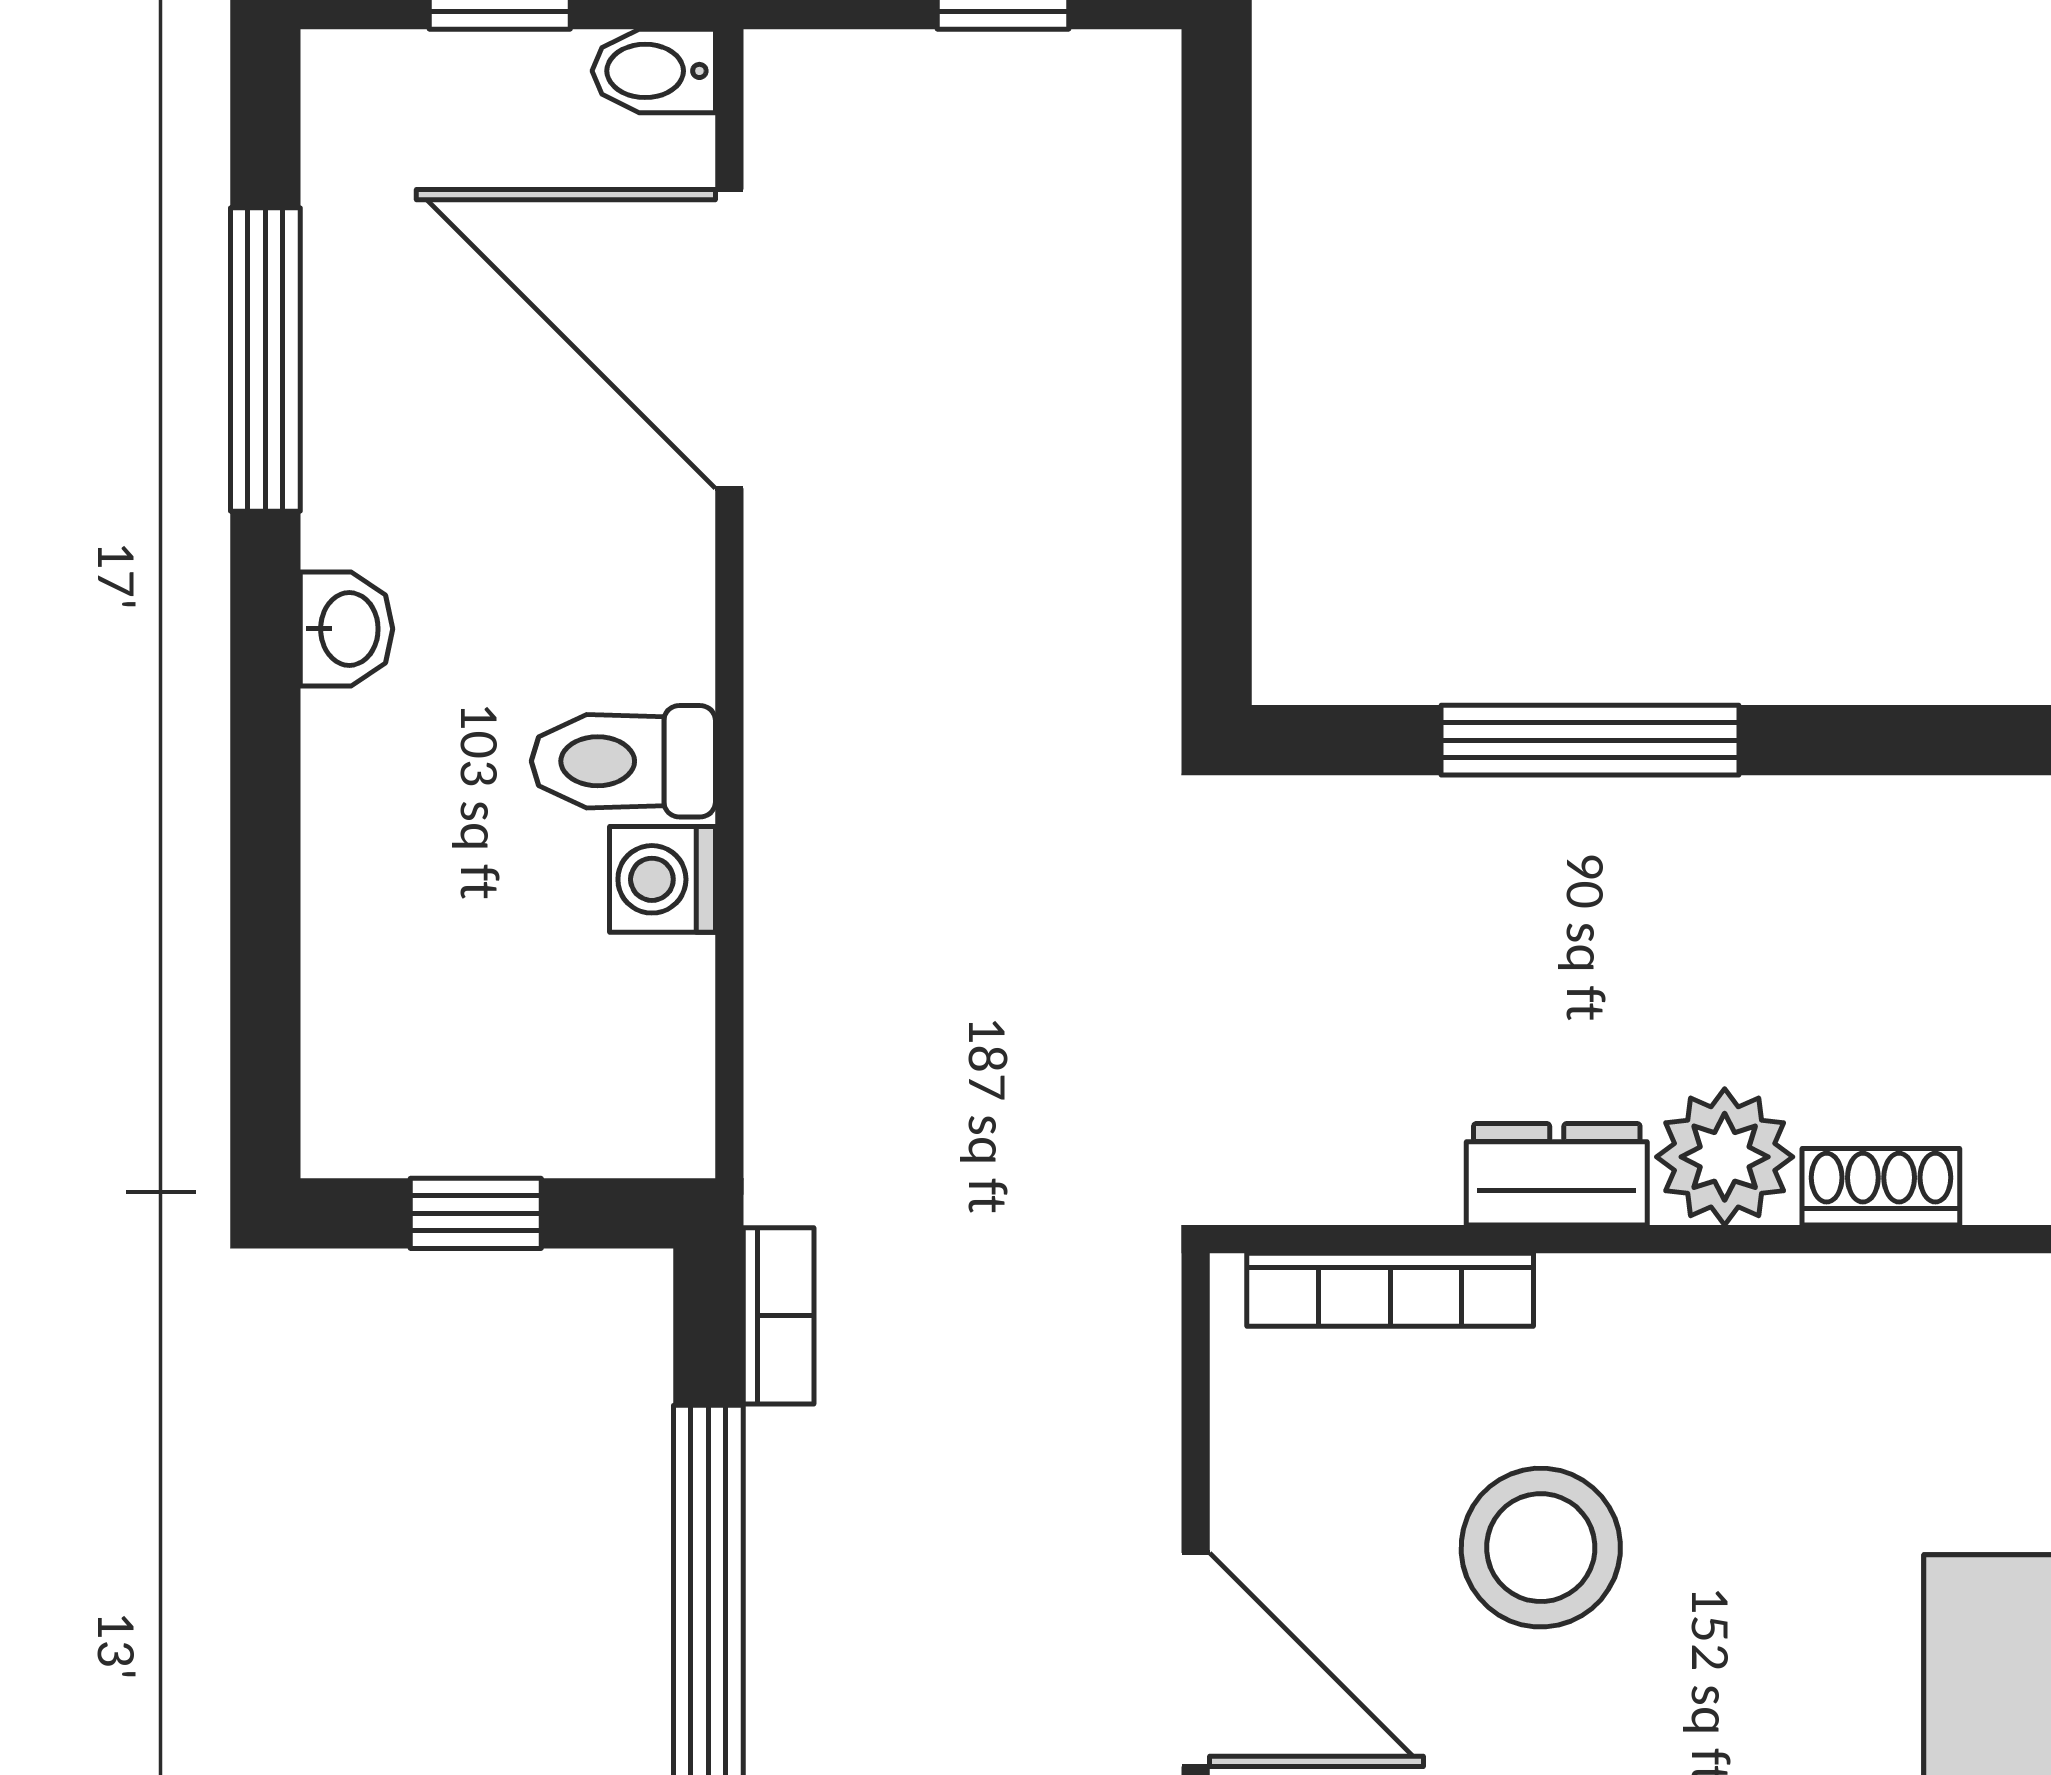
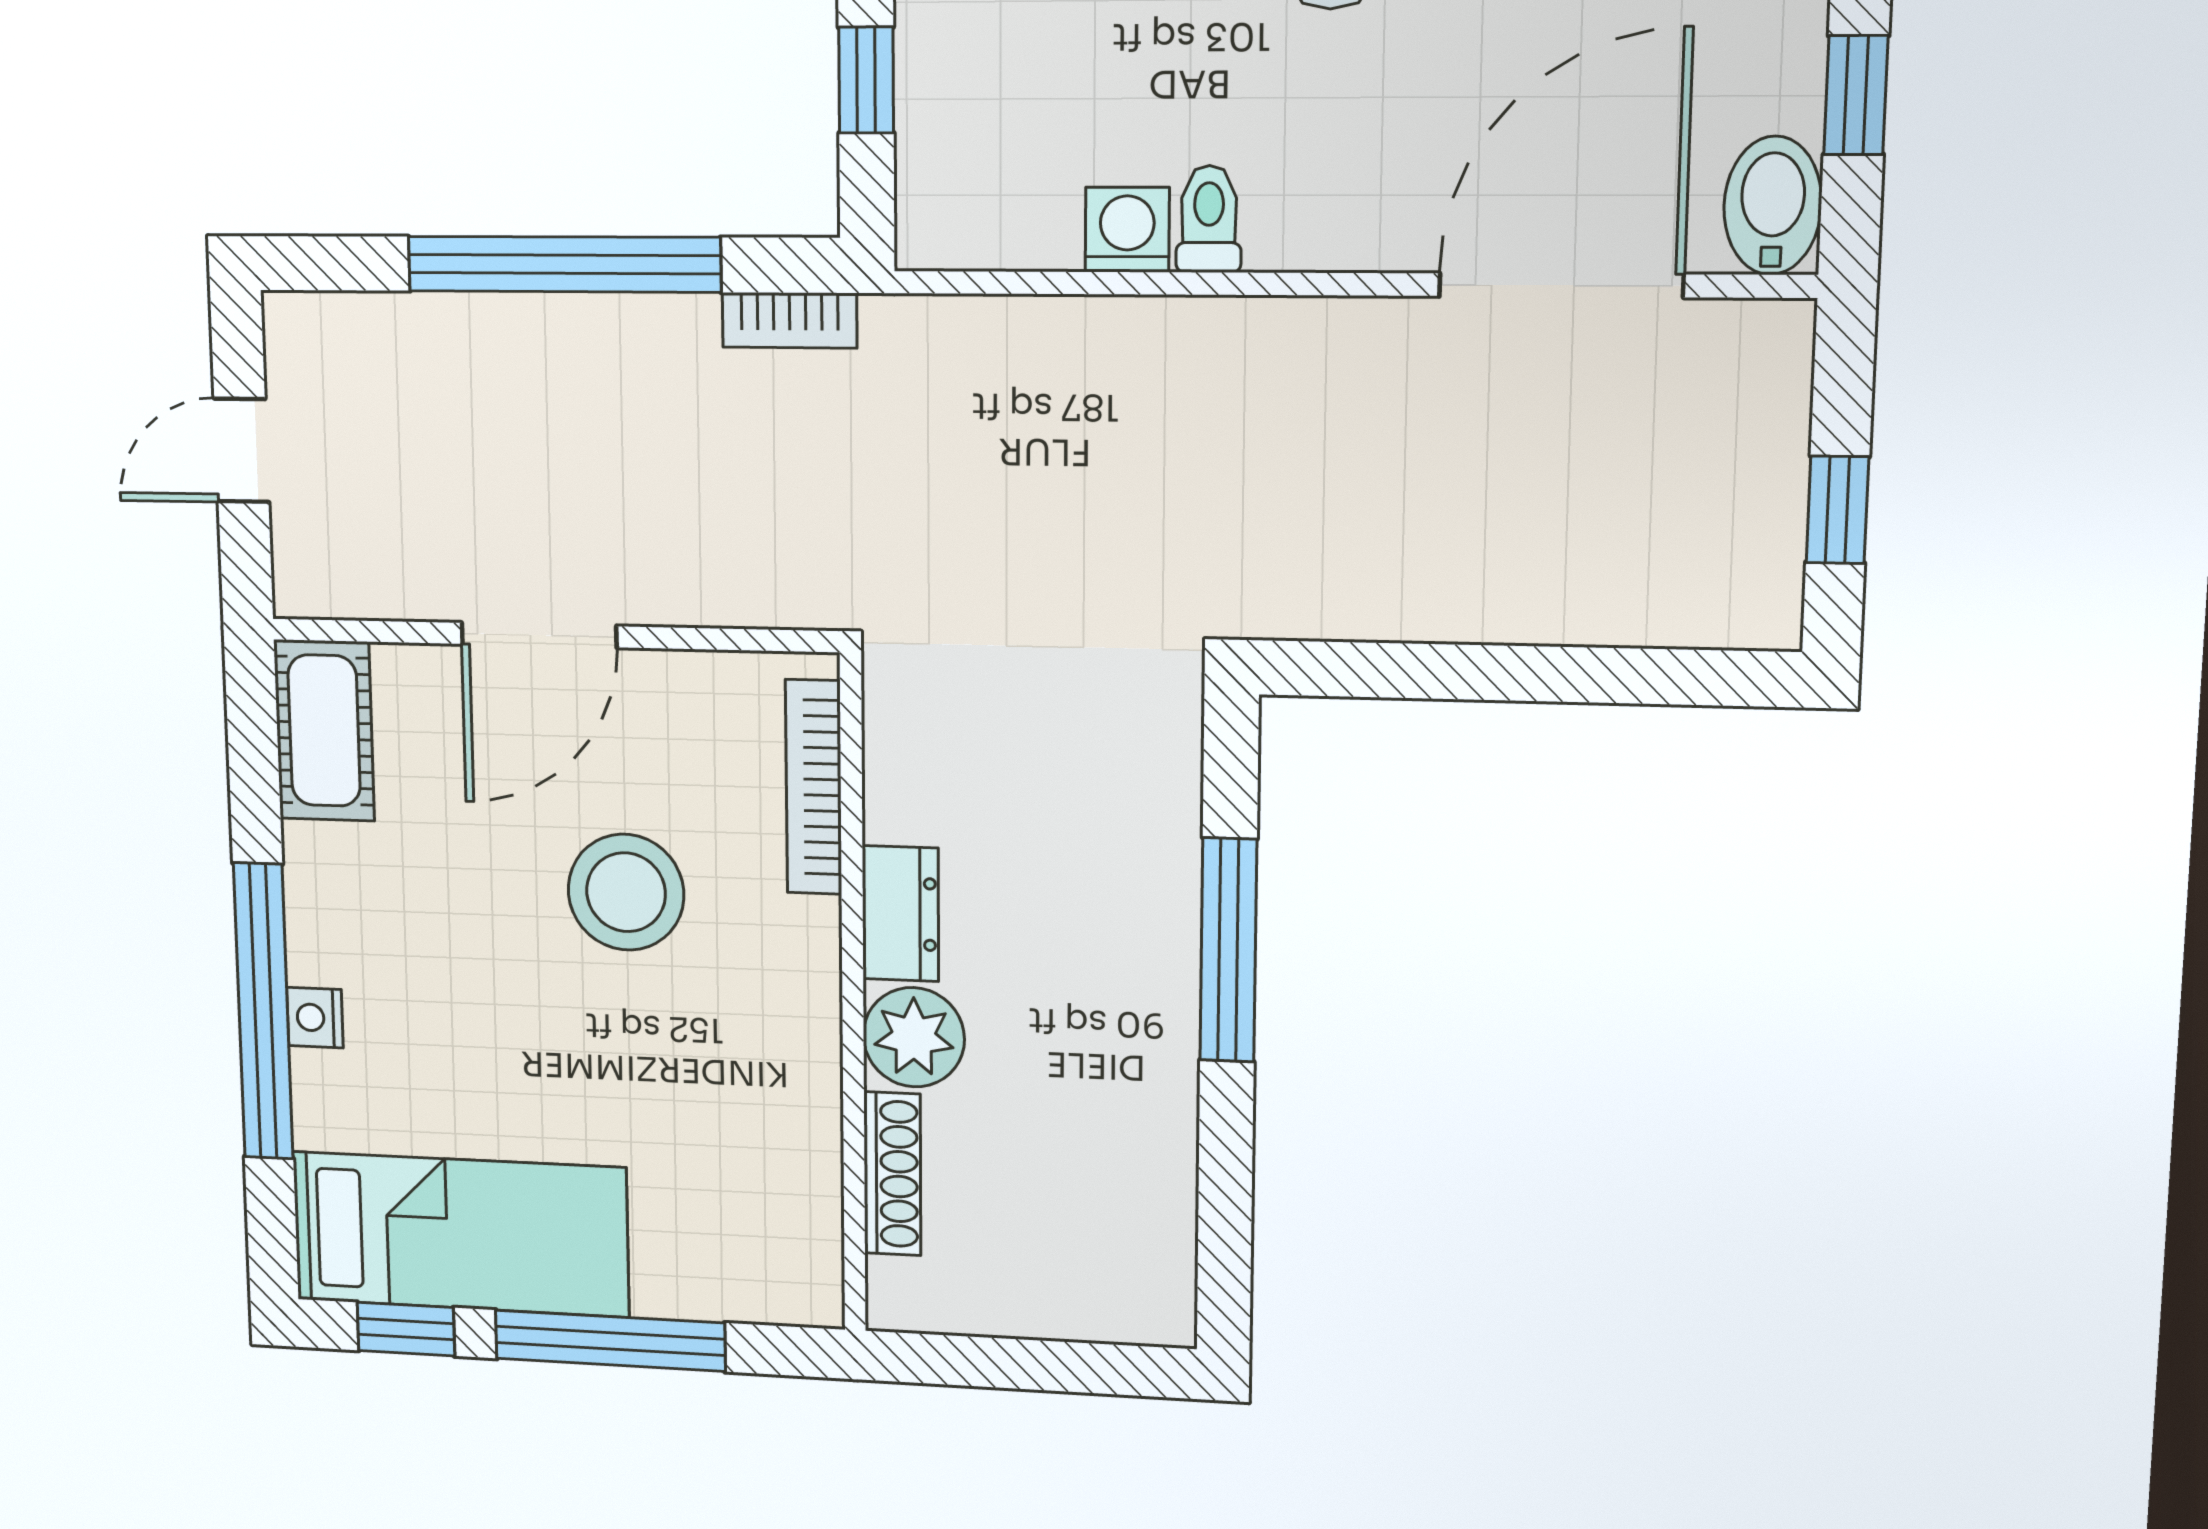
bidet: (654, 71) -> (1773, 205), width x1.38, depth x1.36
toilet: (623, 761) -> (1209, 219), width x0.73, depth x0.72
shoe rack: (1881, 1187) -> (892, 1174), width x1.43

